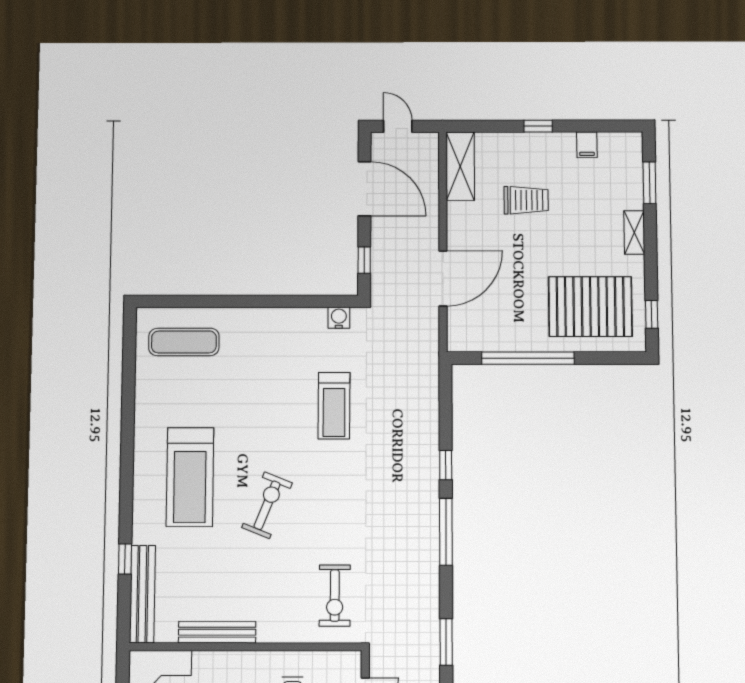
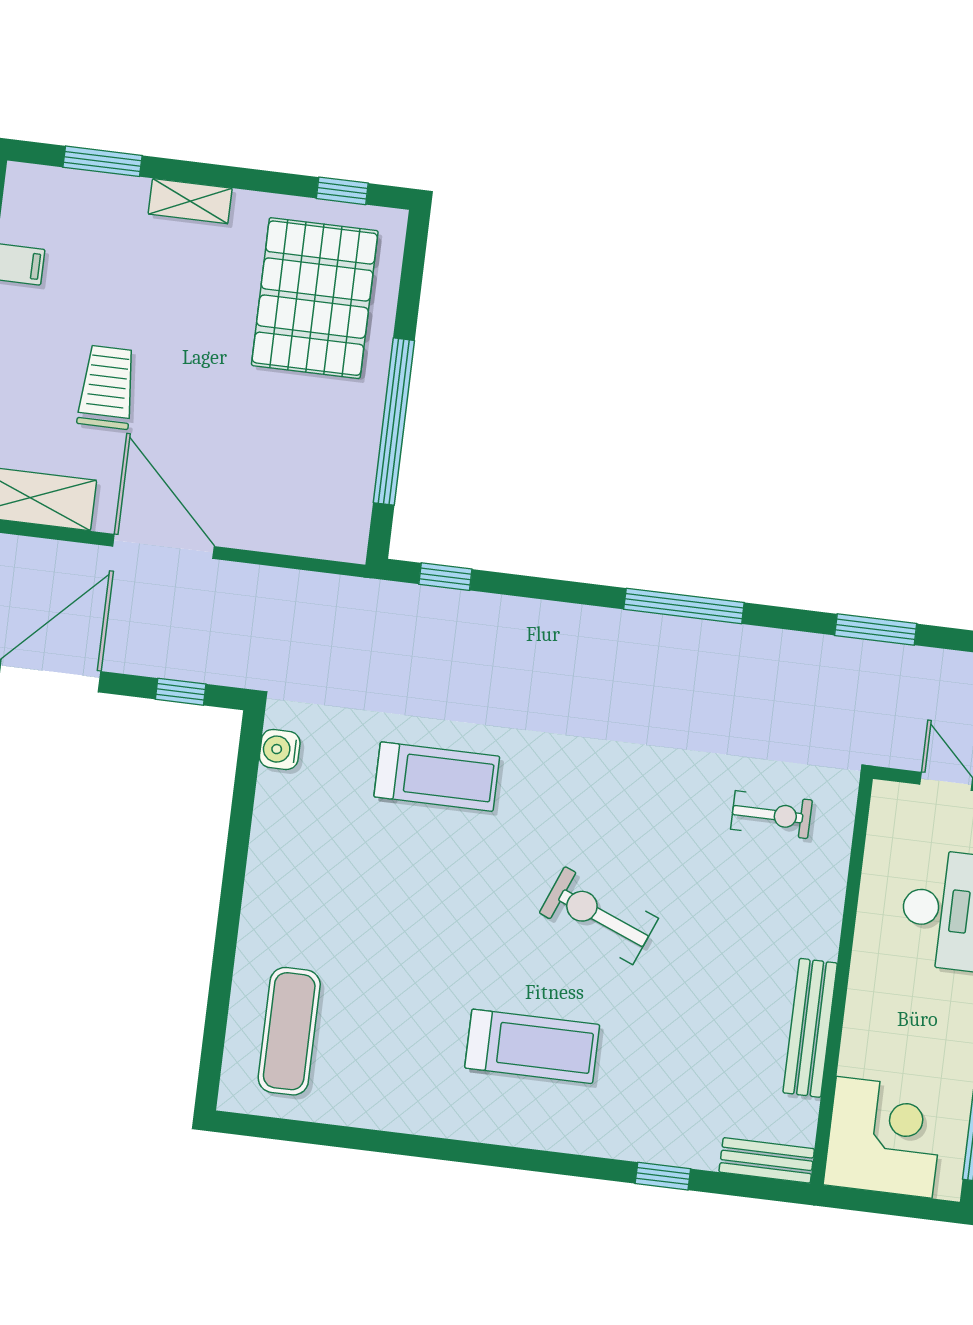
door: (443, 278) -> (164, 546), moved
window: (446, 465) -> (445, 577), moved
treadmill: (190, 477) -> (532, 1046), width x0.73, depth x0.73
bench: (142, 594) -> (767, 1160), width x0.54, depth x0.82
exercise bike: (335, 595) -> (771, 815), width x0.73, depth x0.72

